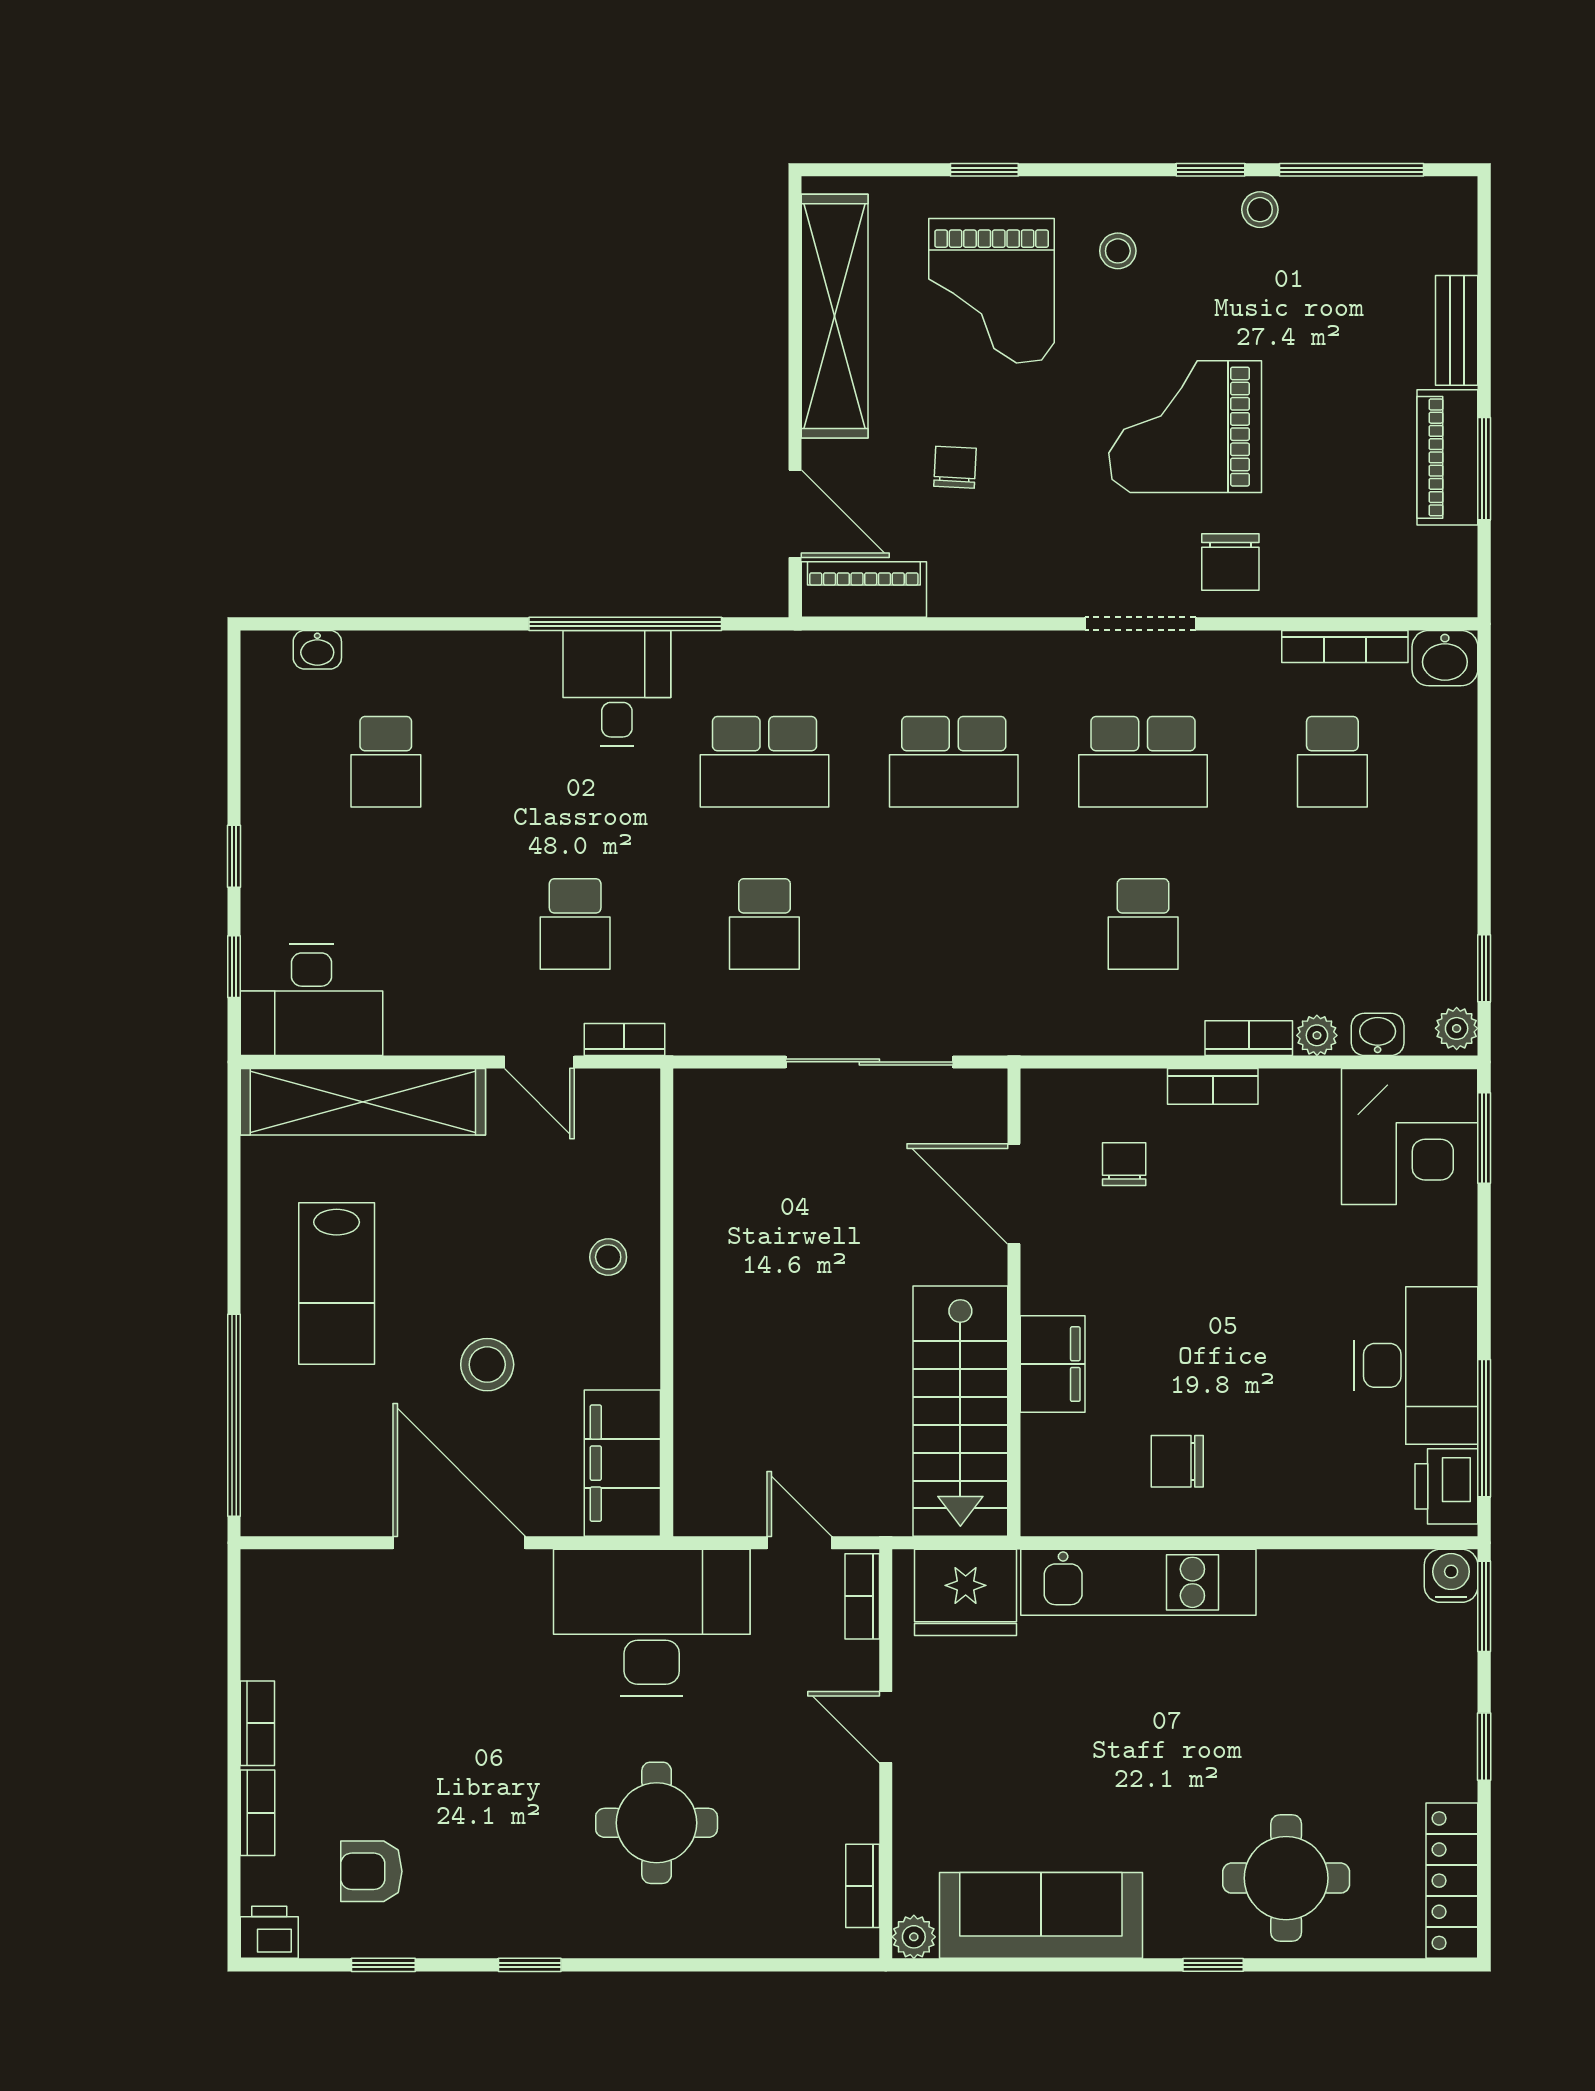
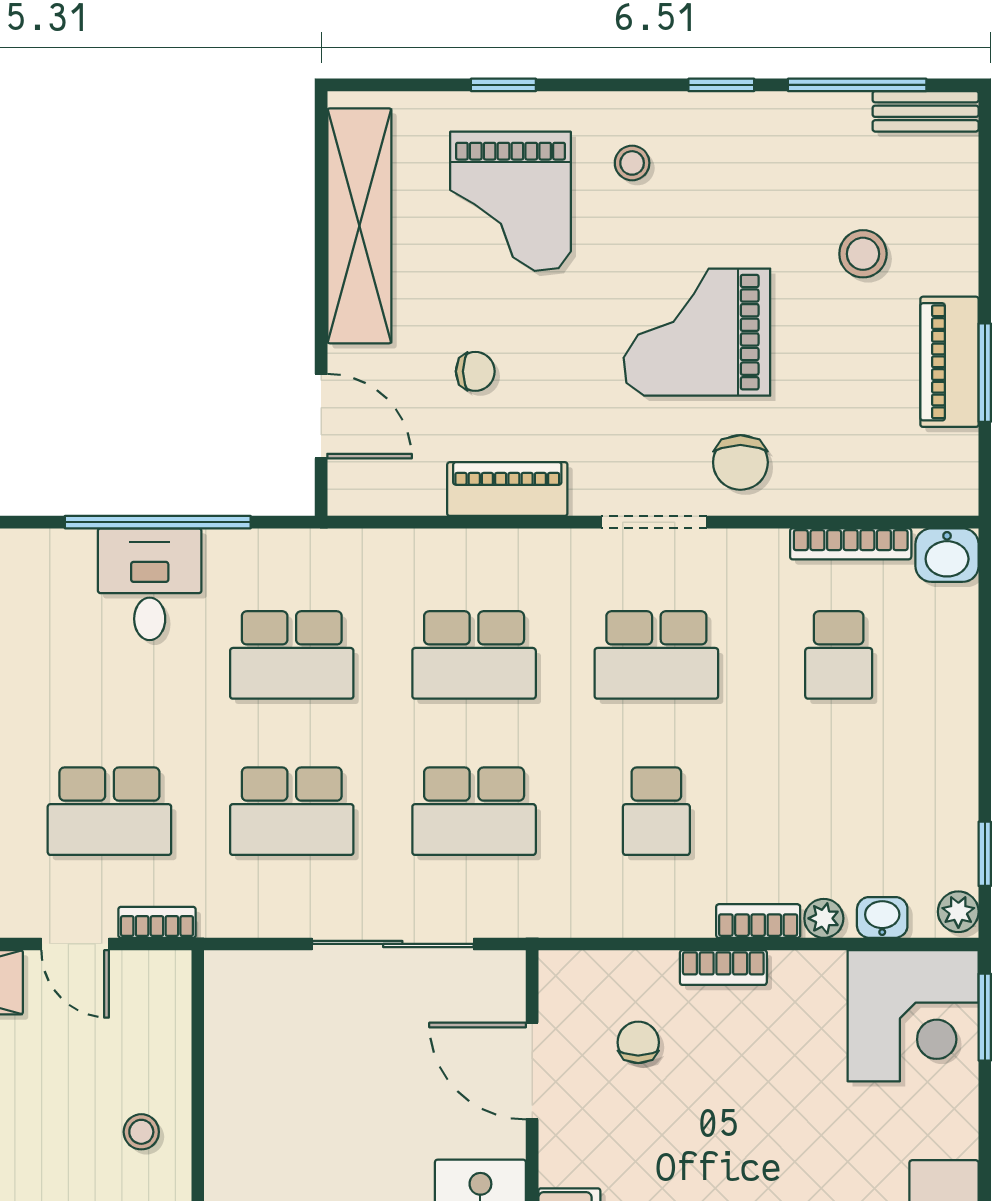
stool: (1260, 210) -> (863, 254), moved, width x1.37, depth x1.37
bench: (1457, 330) -> (926, 111), moved, turned 90
chair: (955, 467) -> (475, 371), turned 87
piano: (864, 590) -> (507, 489), moved
school desk: (575, 924) -> (109, 811), width x1.85
school desk: (764, 924) -> (292, 811), width x1.85
school desk: (954, 924) -> (474, 811), added

